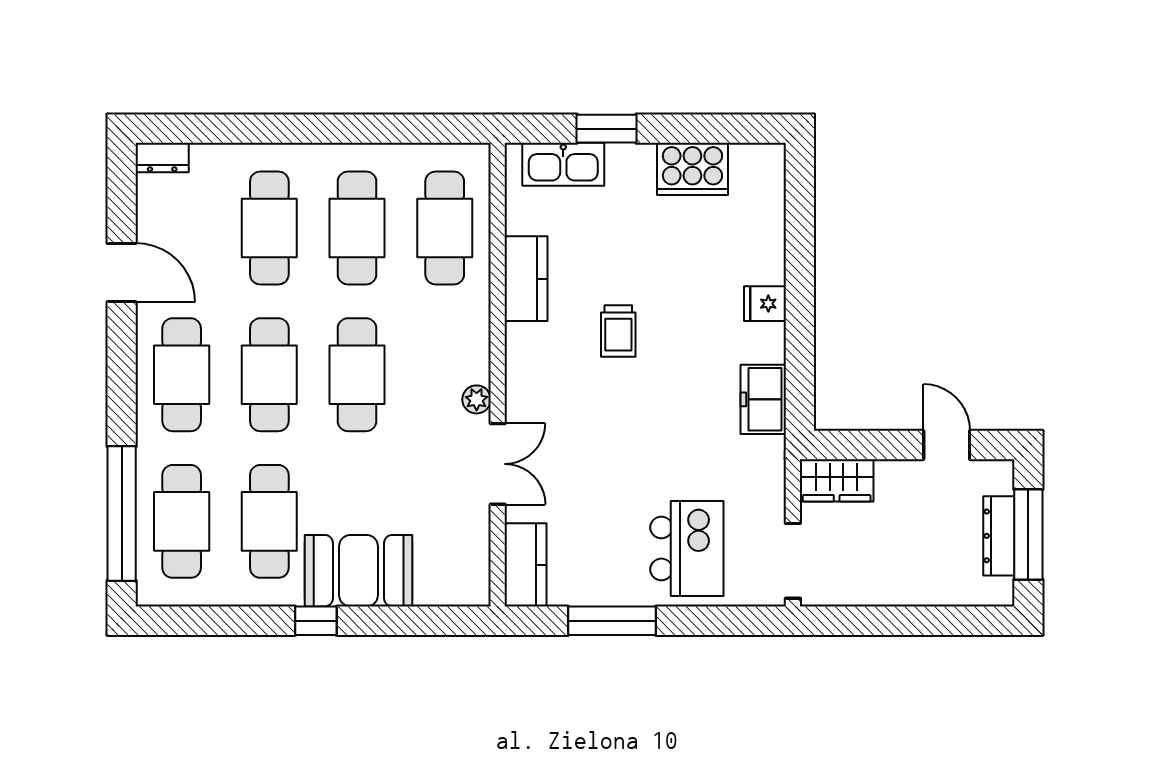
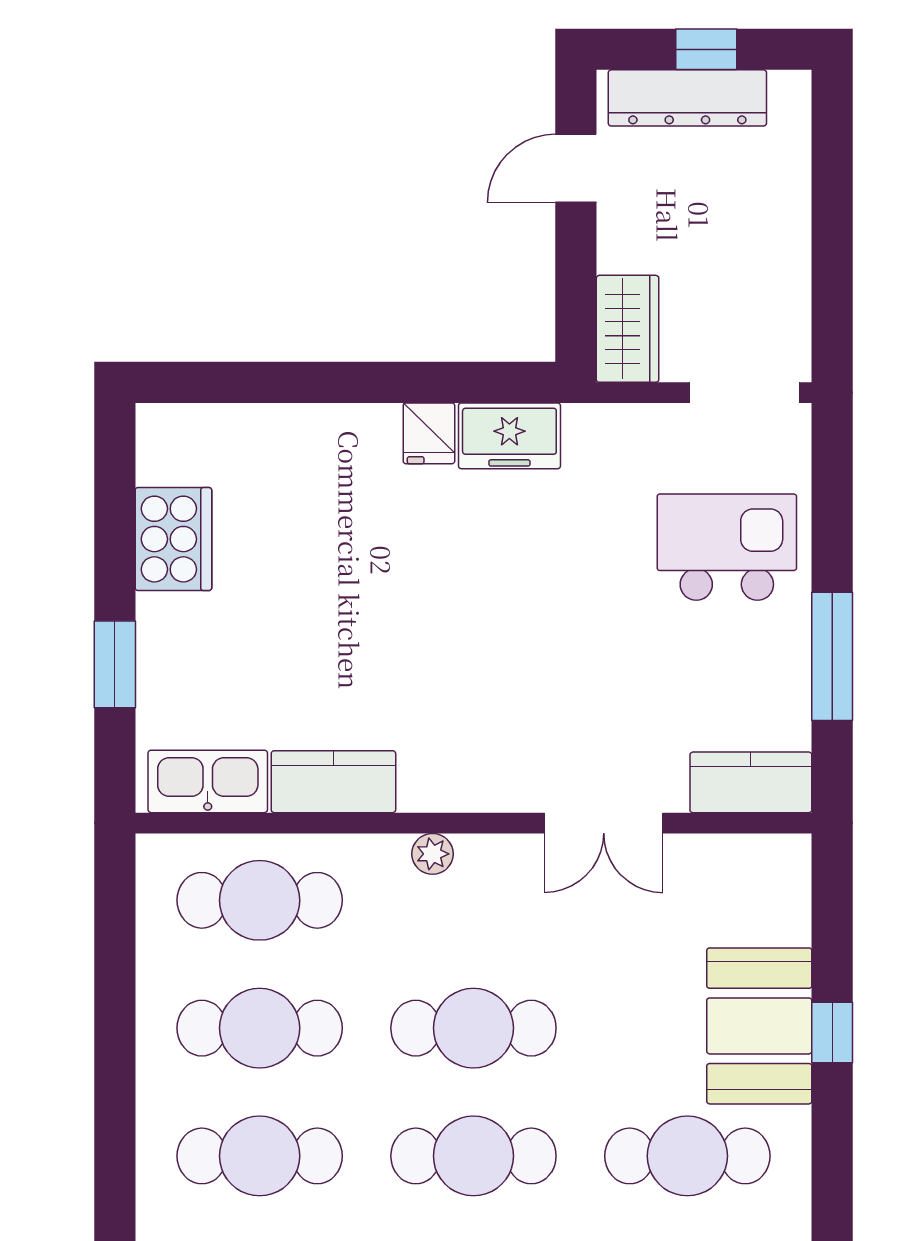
kitchen sink: (563, 164) -> (208, 781), moved, turned -90
fridge: (765, 304) -> (429, 433), moved
trolley: (618, 331) -> (410, 647), removed
plant: (477, 399) -> (433, 854), moved
double door: (498, 464) -> (604, 823), swing flipped
window: (1028, 534) -> (706, 49), width x0.46
dresser: (999, 536) -> (687, 98), width x1.37, depth x1.24
window: (316, 621) -> (832, 1032), moved

